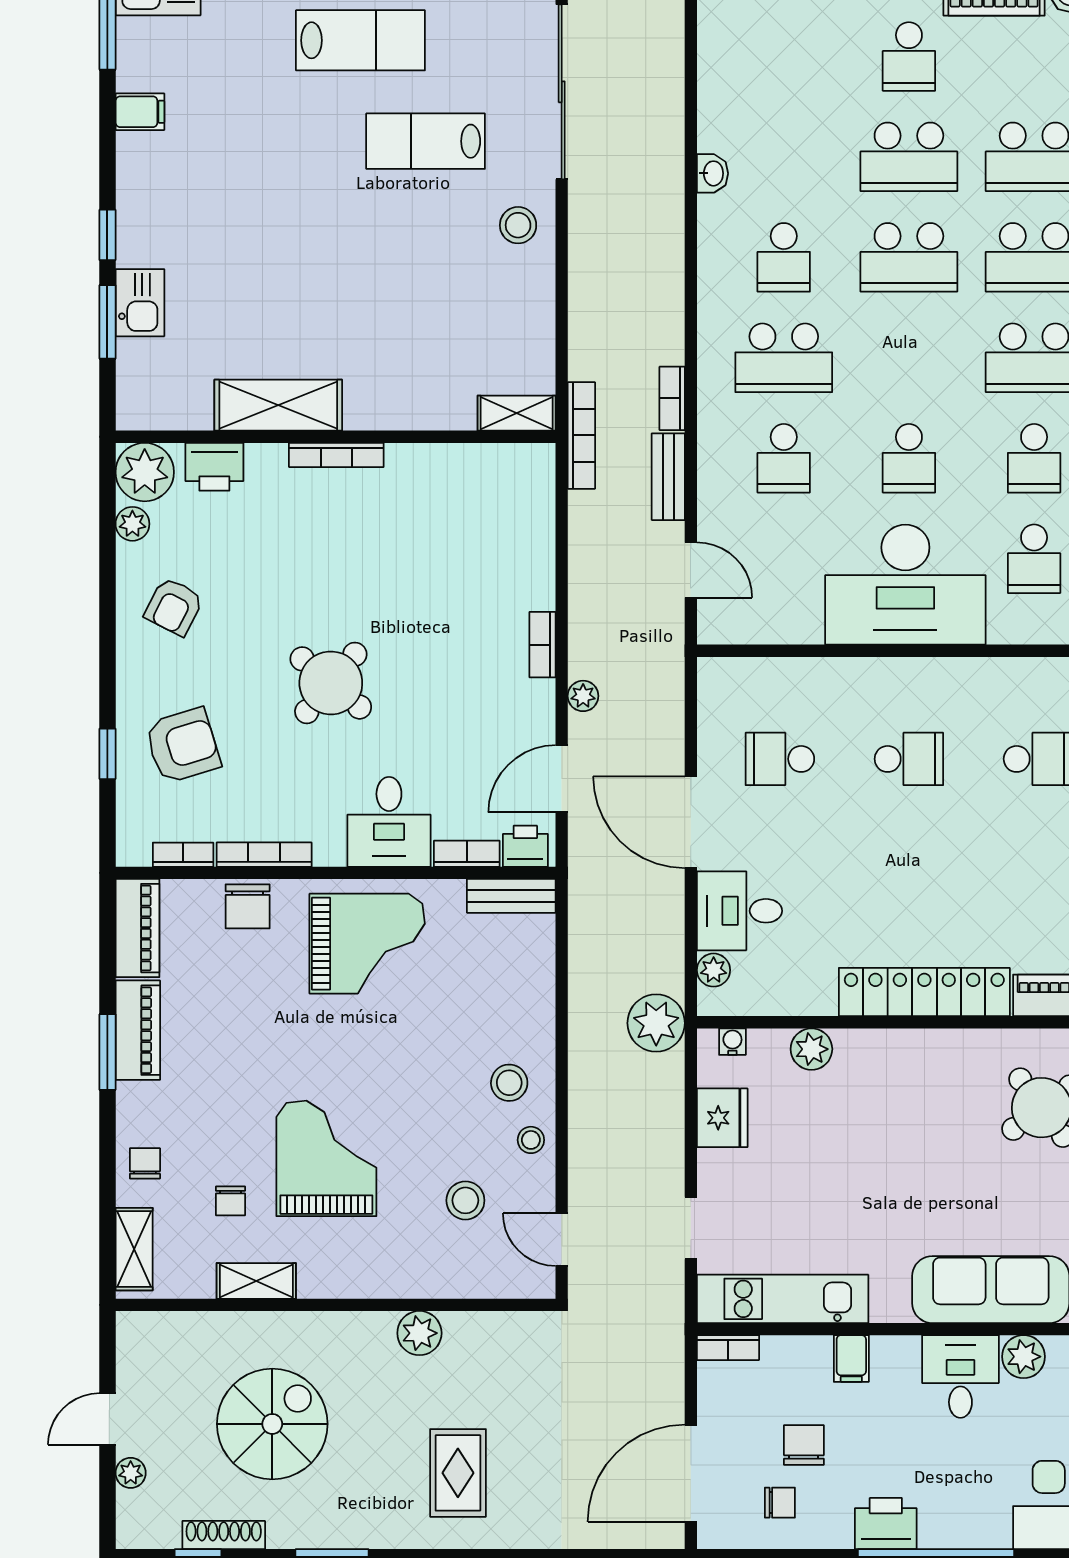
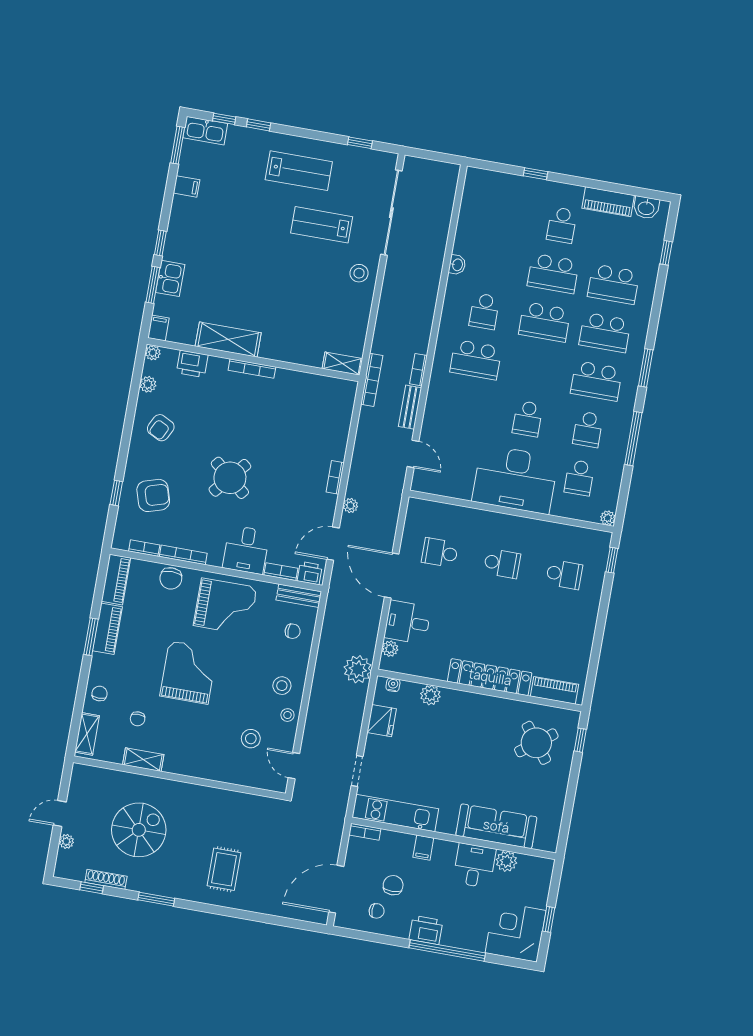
filing cabinet: (134, 407) -> (158, 328), added
school desk: (784, 458) -> (467, 408), removed
plant: (145, 472) -> (153, 353), width x0.53, depth x0.53
chair: (511, 969) -> (293, 631), added
grand piano: (326, 1158) -> (189, 672), moved
plant: (419, 1333) -> (217, 799), removed

